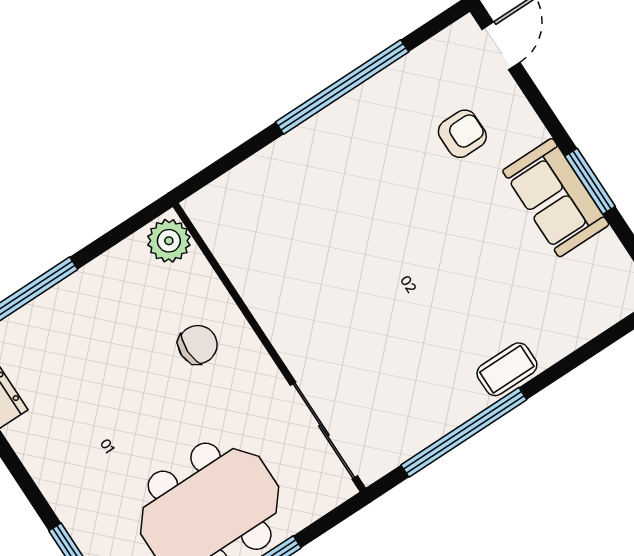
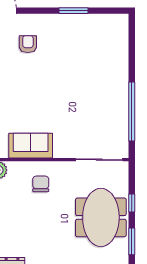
sofa: (556, 198) -> (31, 146), moved, turned 180
coffee table: (507, 369) -> (120, 82), removed

